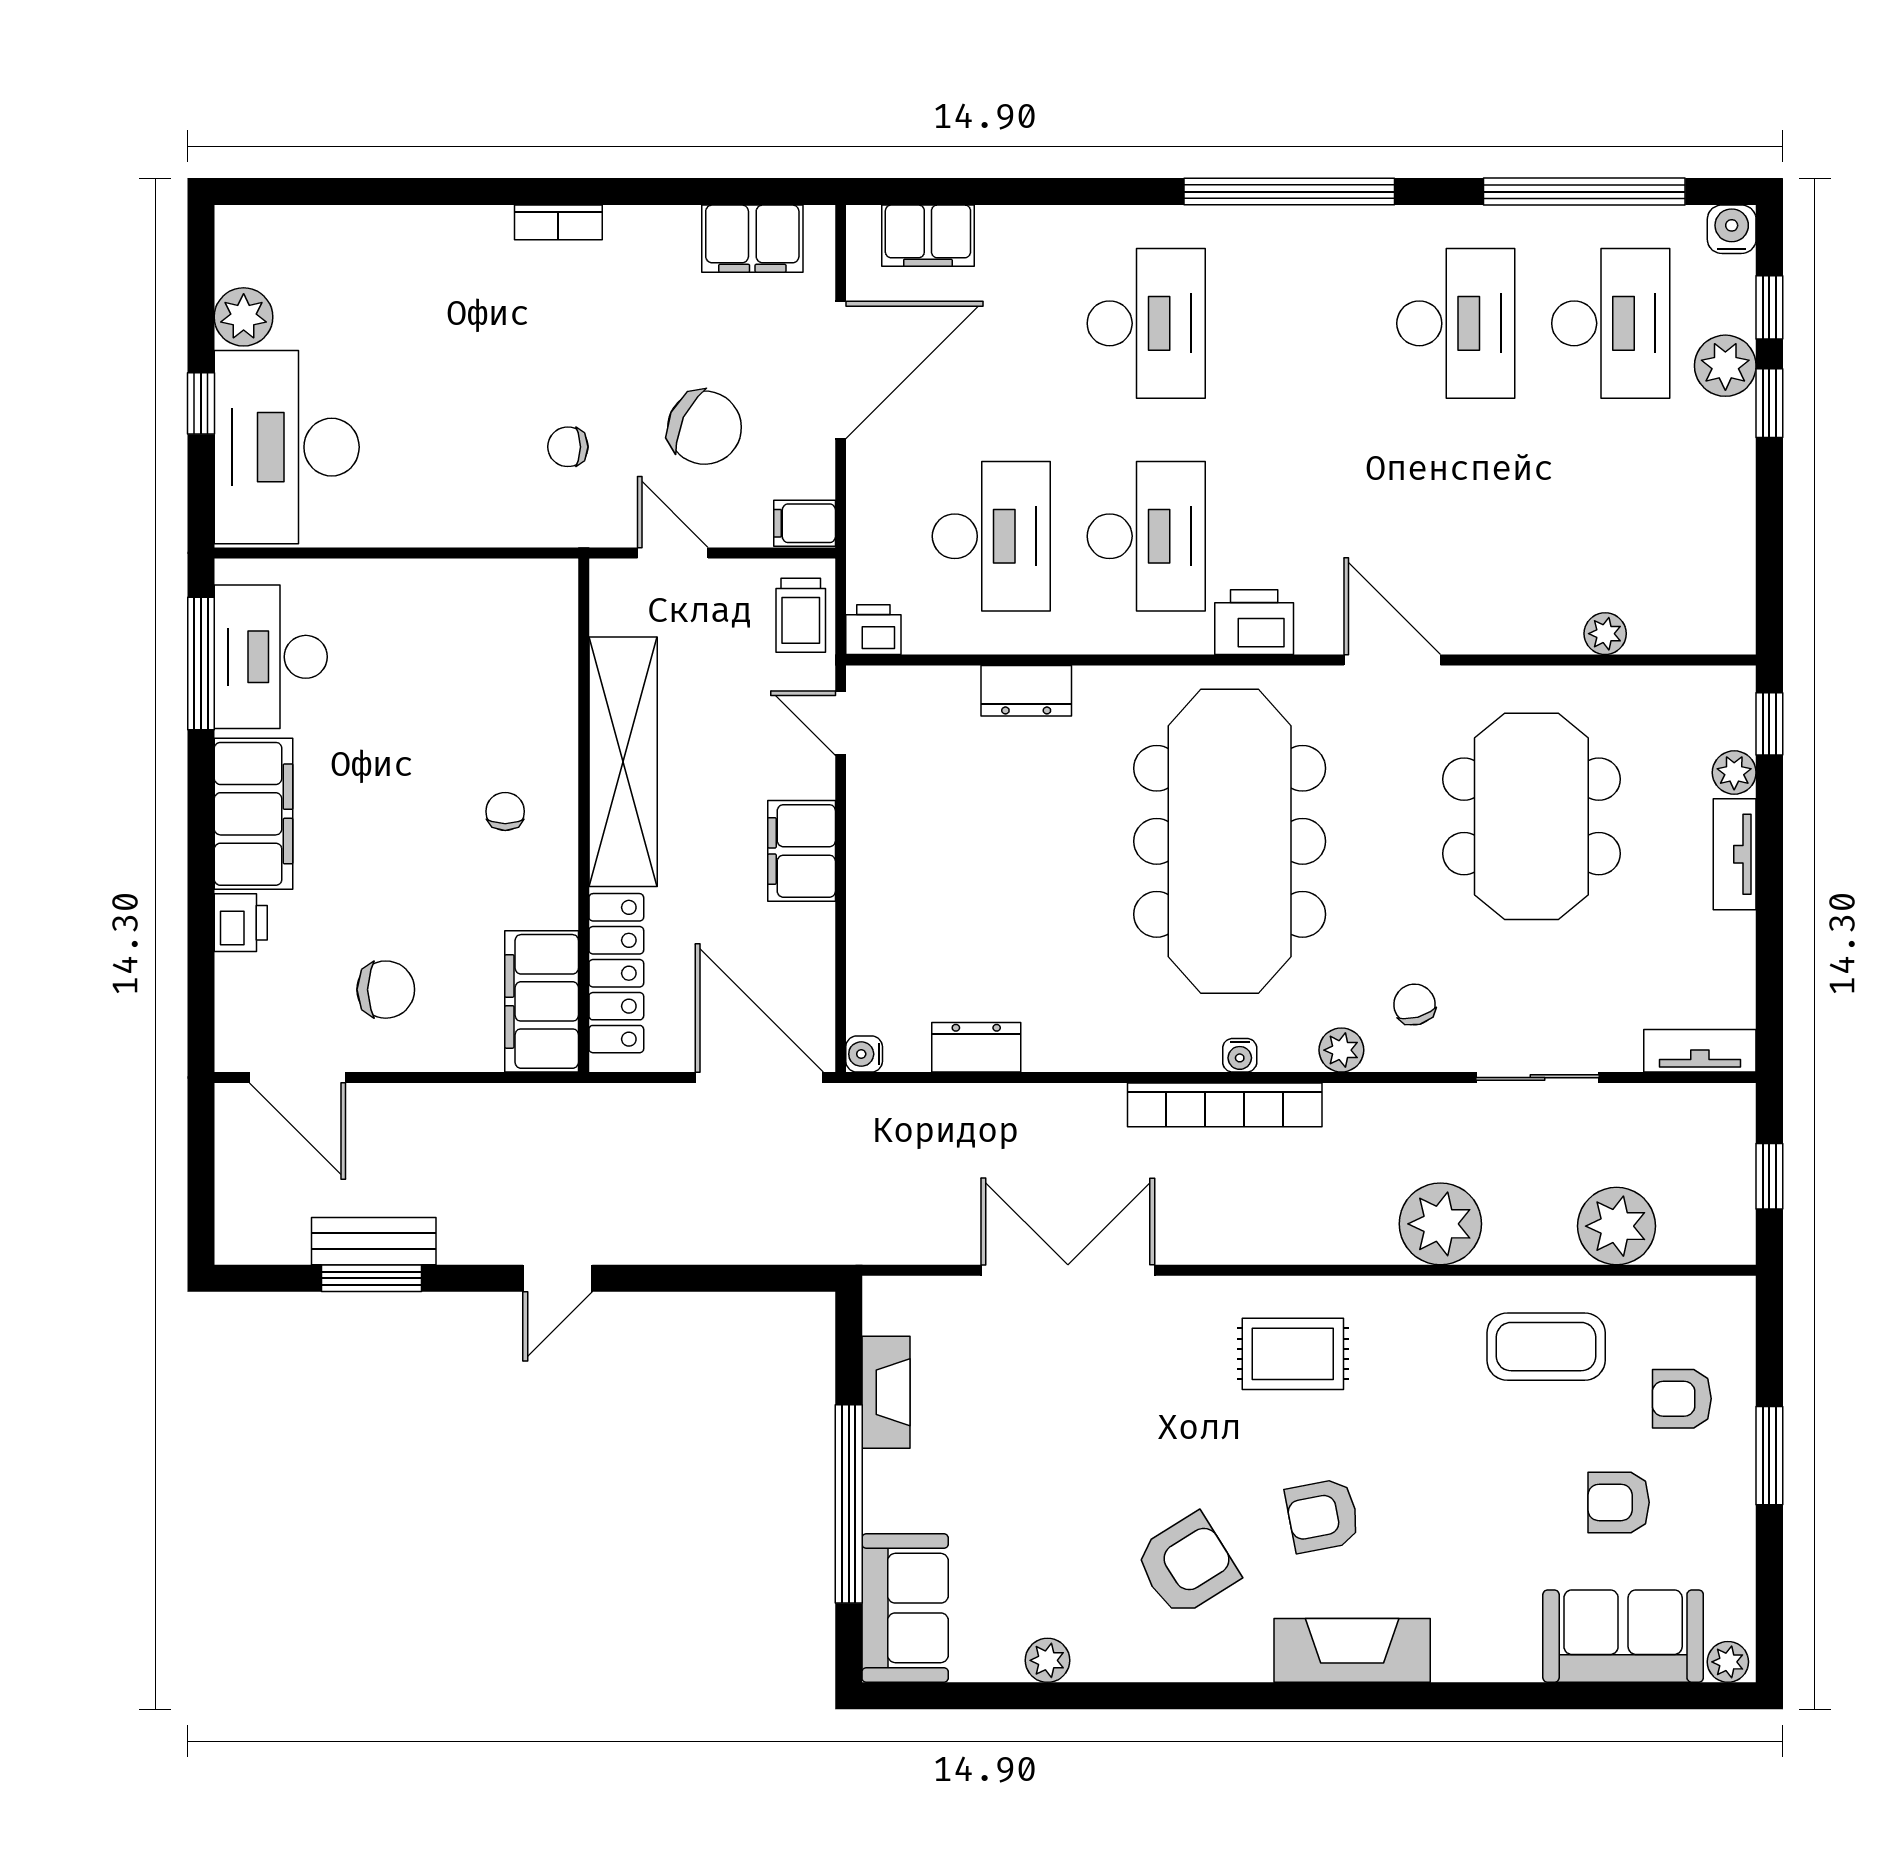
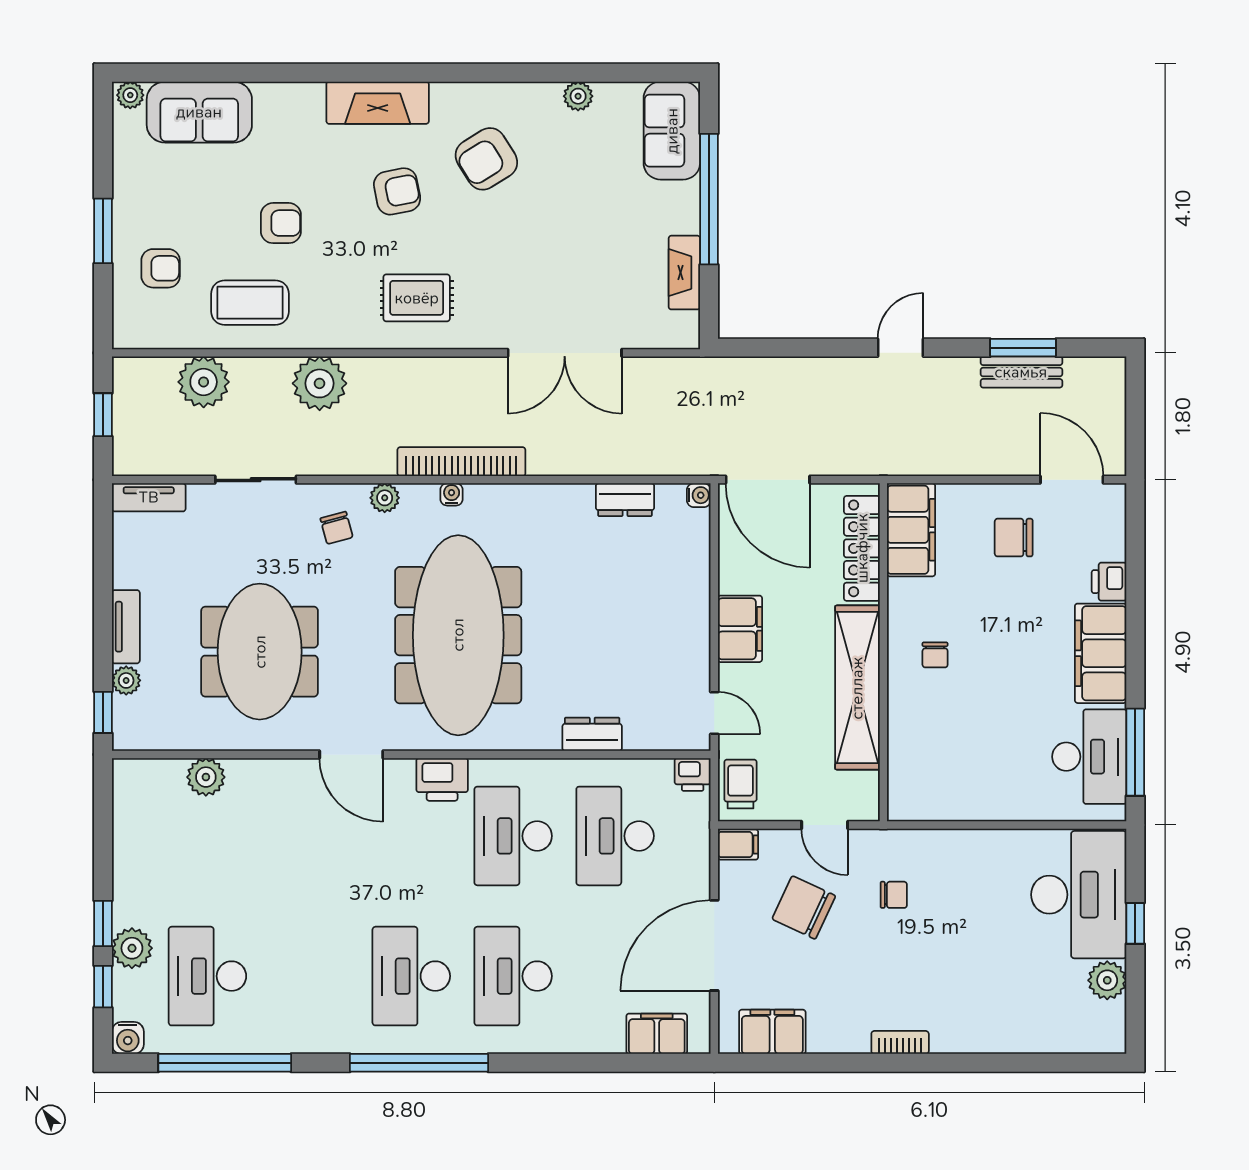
desk: (1456, 323) -> (411, 976), moved
plant: (1605, 634) -> (206, 777), width x1.38, depth x1.38
armchair: (1619, 1502) -> (281, 223), moved

